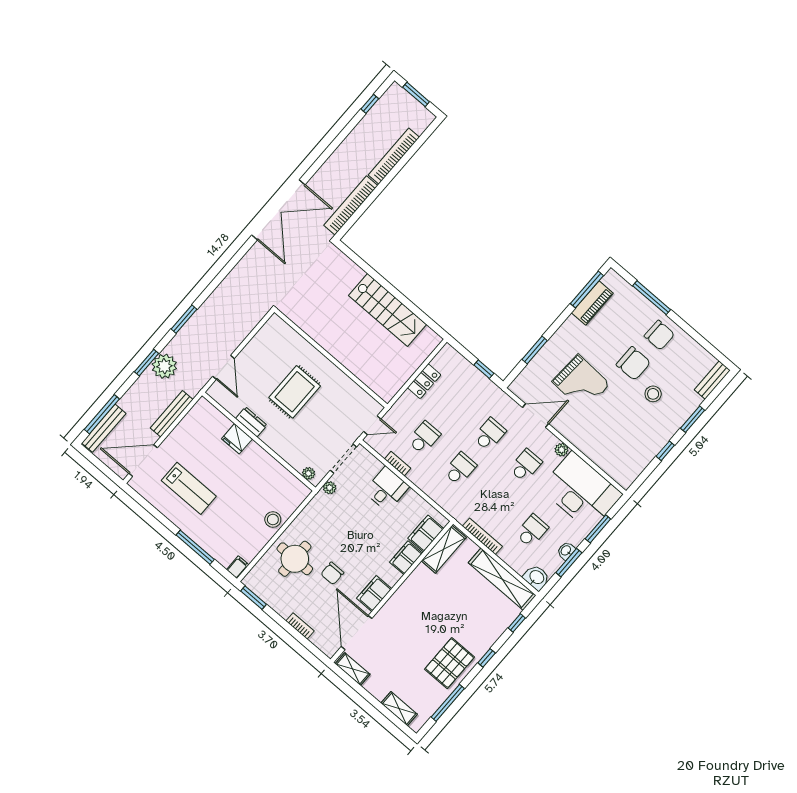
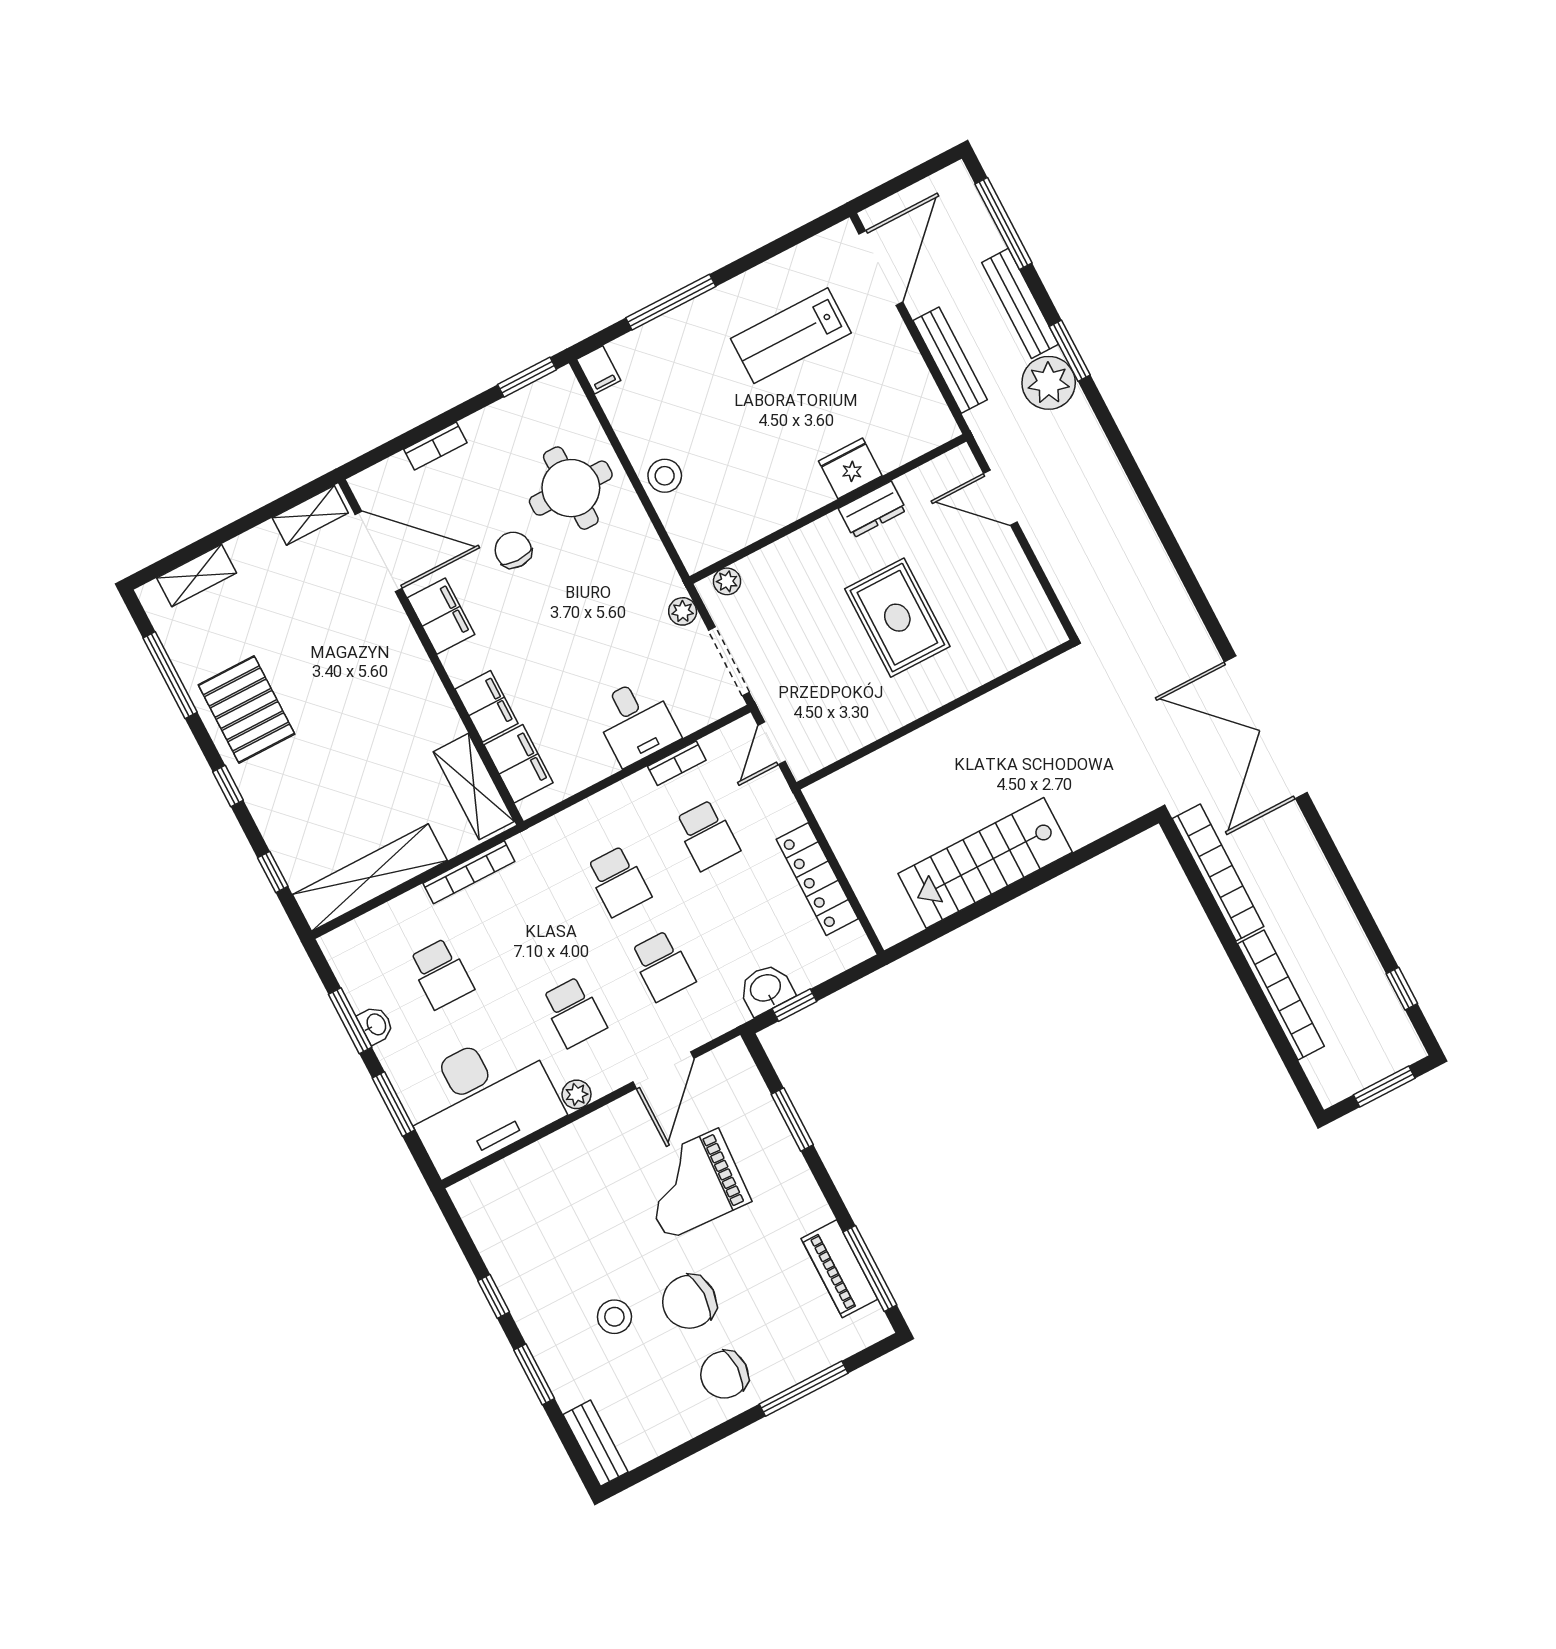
window: (184, 319) -> (1126, 458), removed
locker: (424, 381) -> (817, 879), width x1.53
bench: (104, 428) -> (1020, 303), moved
washbasin: (536, 577) -> (766, 989), moved, turned 180

